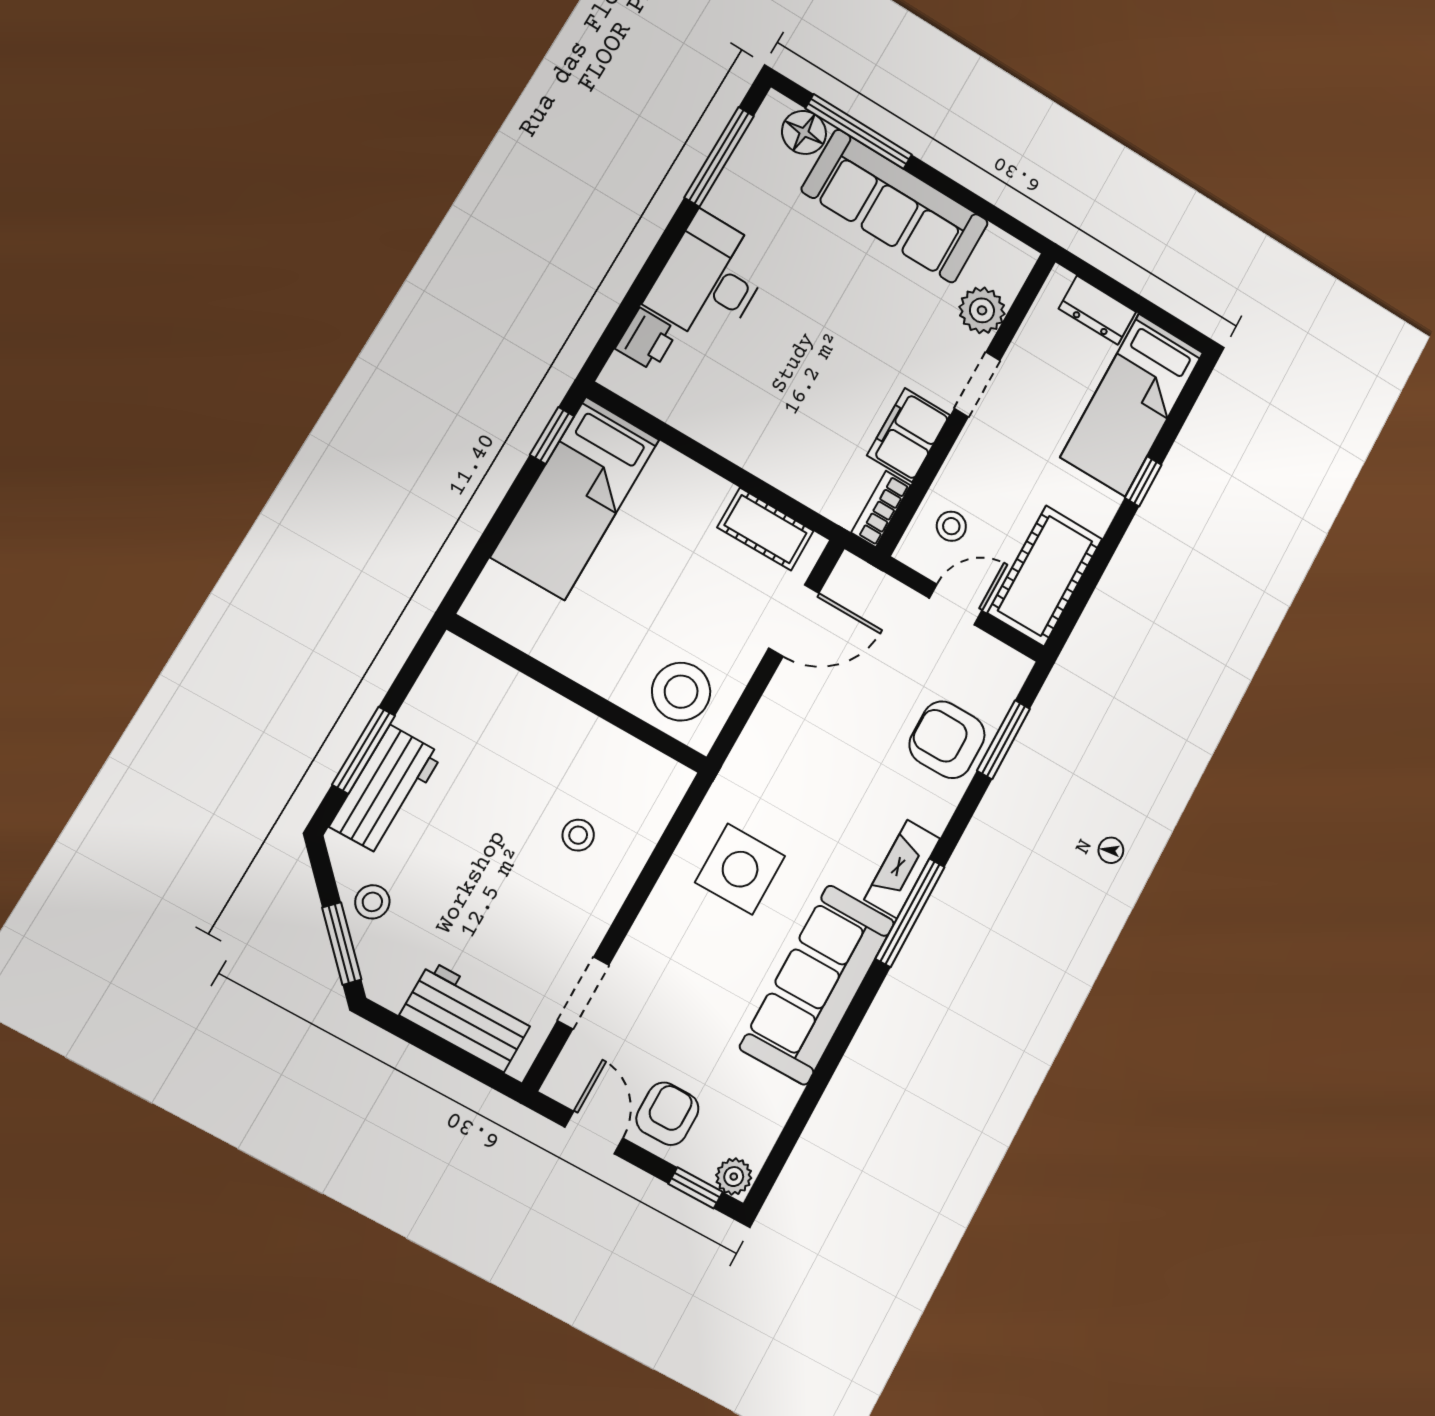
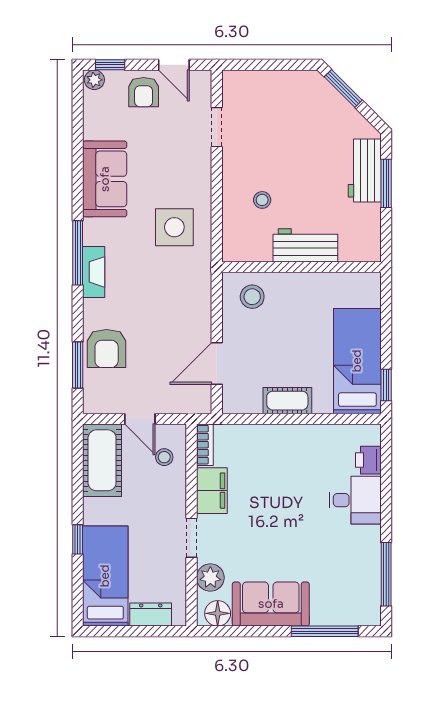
floor lamp: (804, 132) -> (218, 613), moved
sofa: (895, 206) -> (271, 604), width x0.73
desk: (710, 279) -> (355, 500), width x0.73
cot: (766, 529) -> (287, 401), moved
door: (956, 604) -> (140, 419), hinge flipped
stool: (681, 692) -> (252, 297), width x0.73, depth x0.73
armchair: (947, 740) -> (107, 349), turned 90
stool: (372, 902) -> (341, 115), removed
sofa: (817, 985) -> (105, 179), width x0.73
workbench: (467, 1017) -> (305, 245), moved, turned 180

